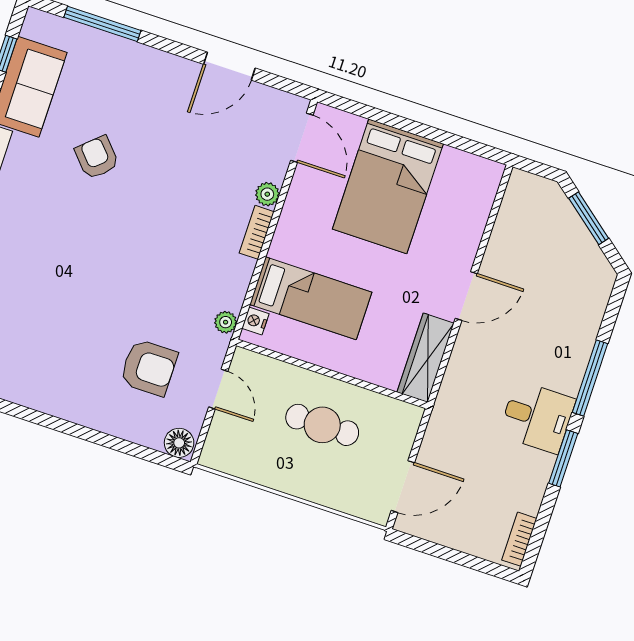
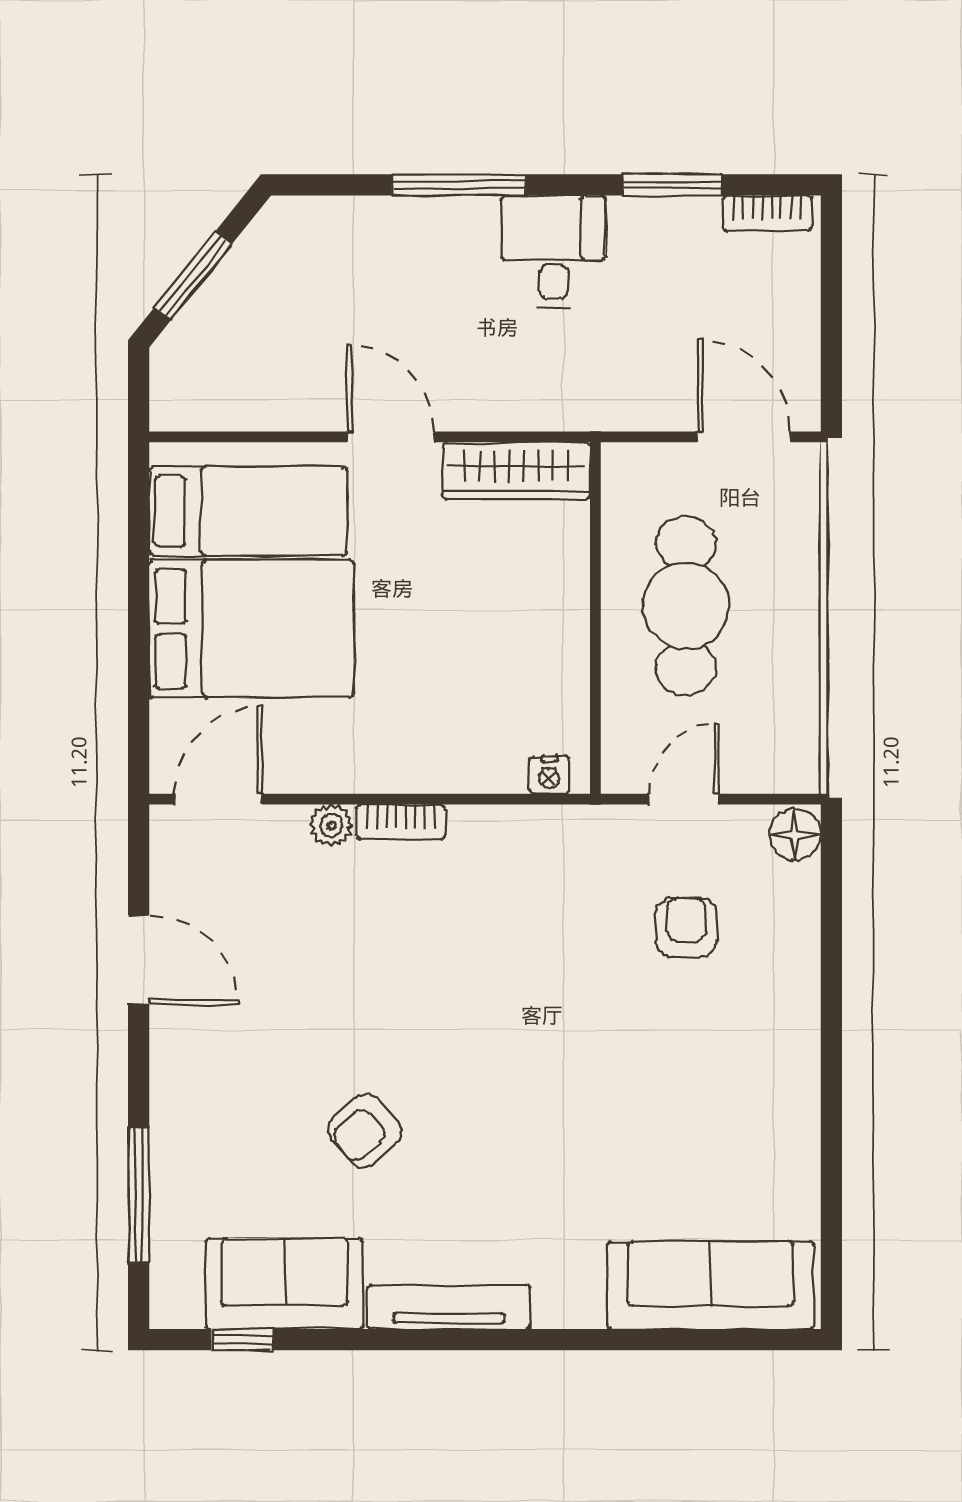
bed: (311, 298) -> (248, 511), moved, turned 90
plant: (226, 322) -> (568, 824), removed
armchair: (149, 367) -> (686, 927), width x0.72, depth x0.72
cafe table: (322, 425) -> (686, 606), width x1.37, depth x1.35
window: (563, 458) -> (672, 185), moved

